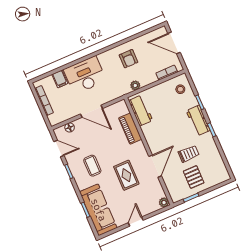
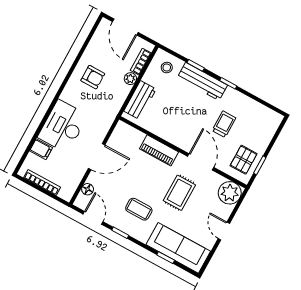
door: (174, 43) -> (125, 27), hinge flipped
plant: (135, 85) -> (130, 79), moved
workbench: (141, 110) -> (140, 100), moved, turned 90
workbench: (198, 121) -> (202, 81), width x1.38
piano: (130, 129) -> (159, 150), moved
door: (59, 148) -> (93, 218), hinge flipped
rug: (126, 175) -> (179, 193), turned 90
pallet: (194, 177) -> (244, 160), moved, turned 90
plant: (164, 202) -> (230, 193), width x1.88, depth x1.88

